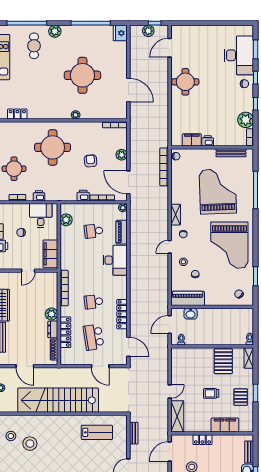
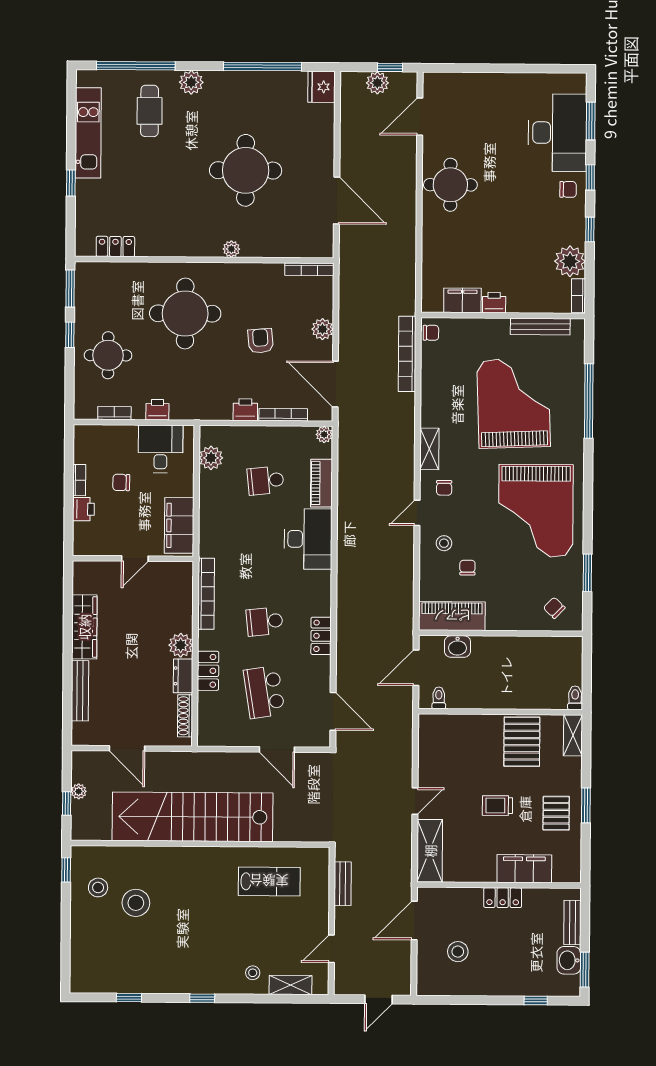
locker: (122, 314) -> (321, 636), width x0.66
locker: (65, 332) -> (208, 671), width x0.66
locker: (202, 440) -> (503, 898), moved

